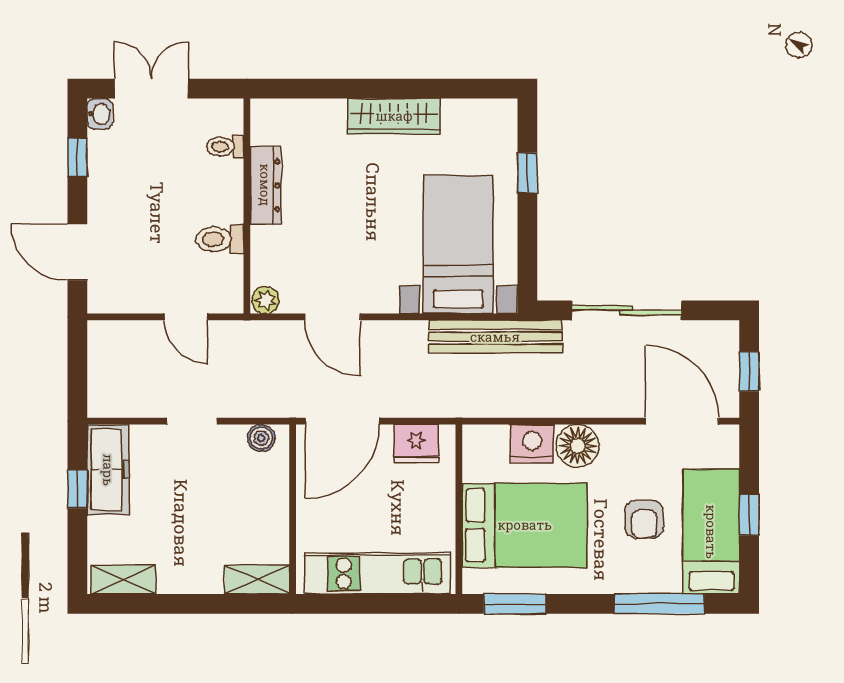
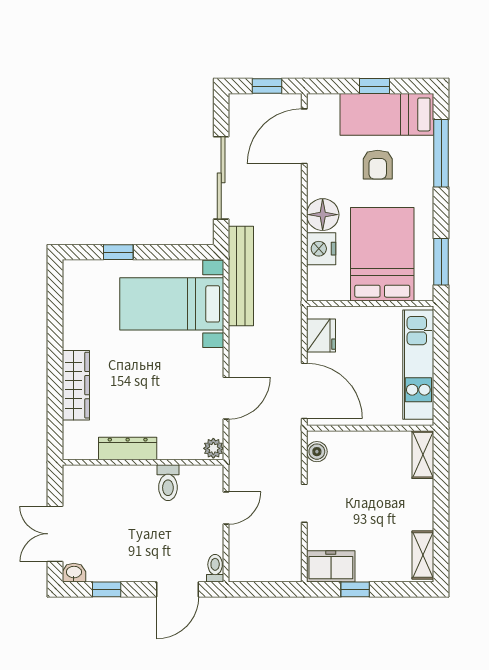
wardrobe: (394, 116) -> (76, 385), moved
toilet: (225, 147) -> (215, 568), moved, turned 180
freezer: (108, 470) -> (331, 566), width x0.71
armchair: (644, 519) -> (378, 165), turned 90

